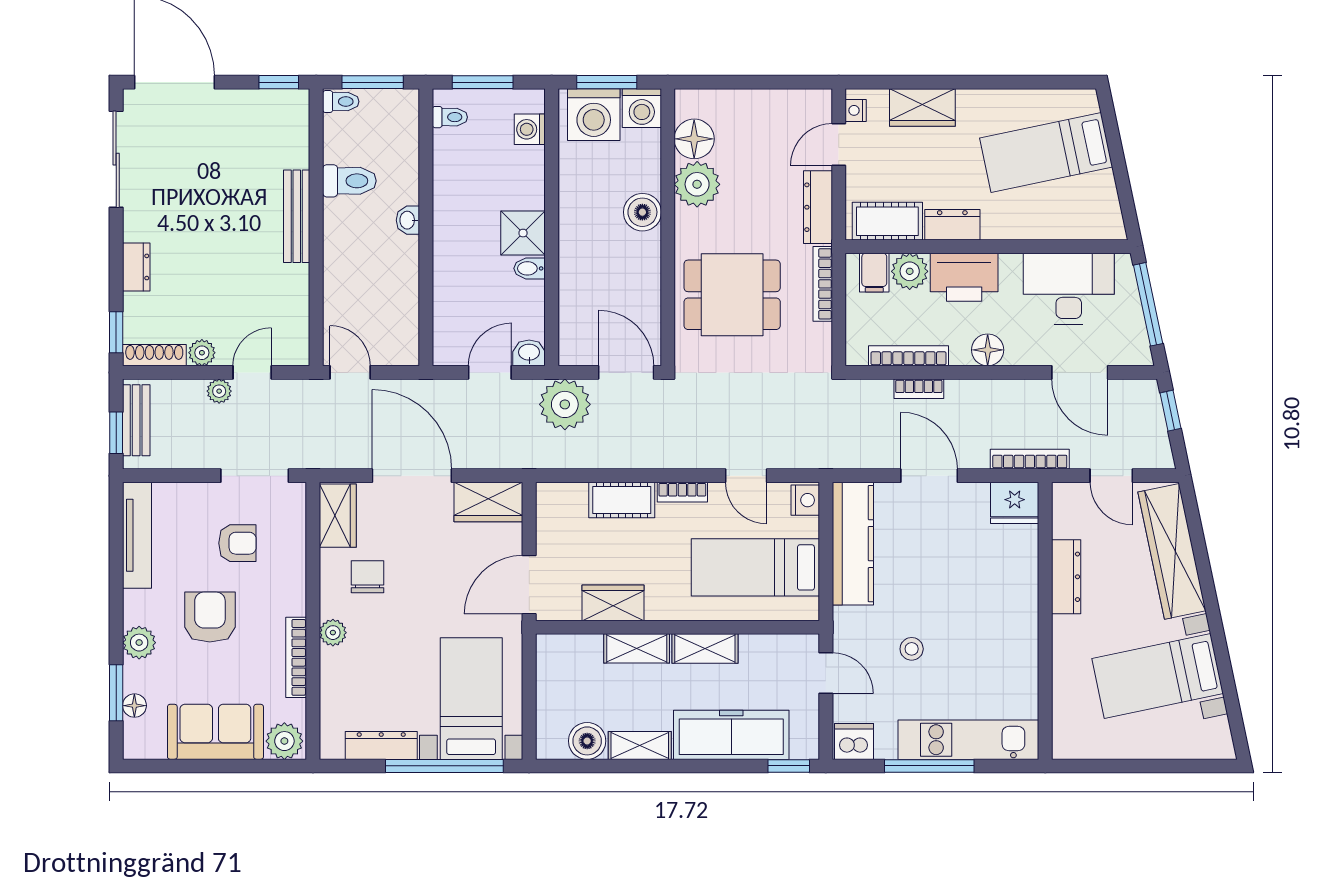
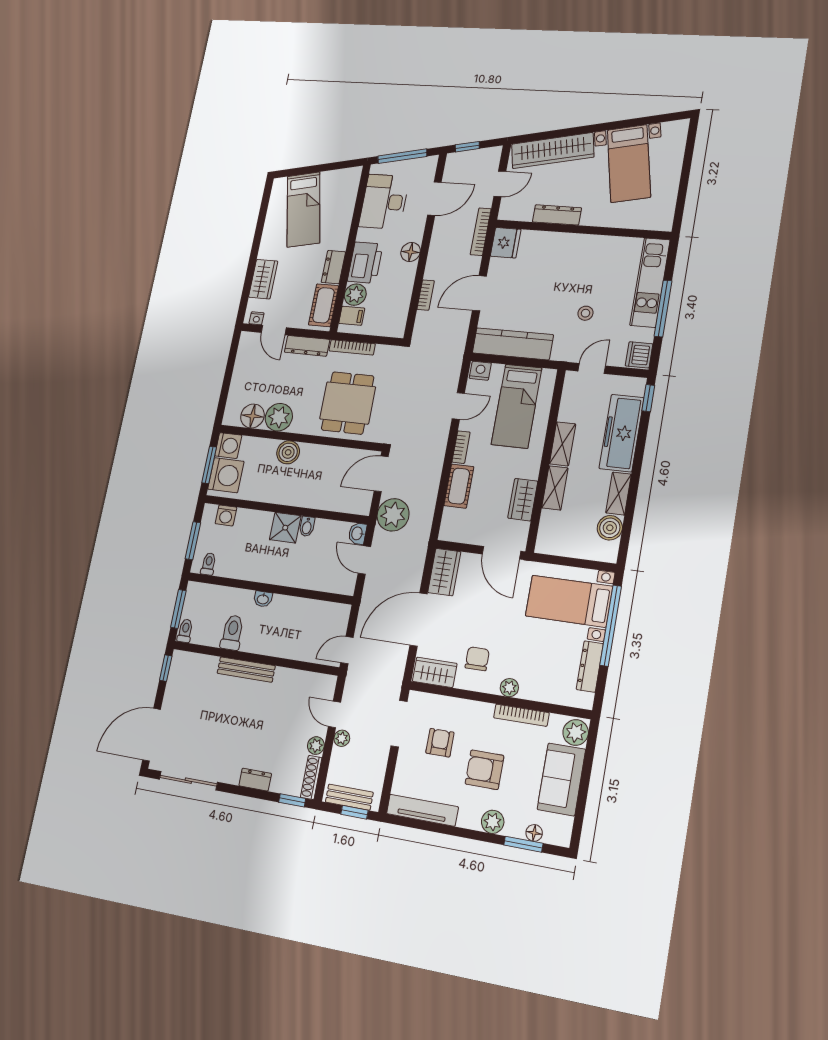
bookcase: (909, 356) -> (405, 300), removed
chair: (367, 577) -> (477, 659), turned 90

